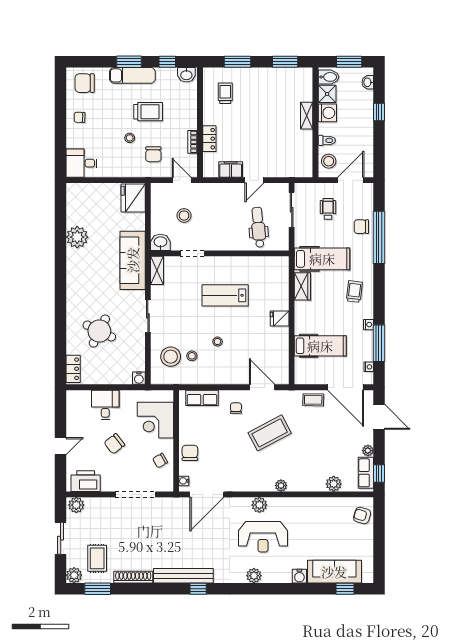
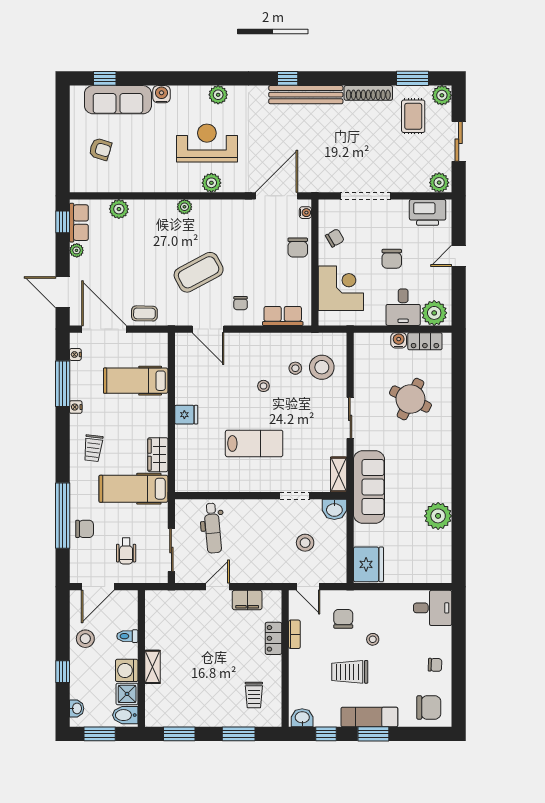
stool: (329, 161) -> (85, 639), moved
locker: (73, 369) -> (425, 341), moved, turned -90
water cooler: (139, 378) -> (399, 340), moved
plant: (80, 400) -> (434, 313), added
chair: (114, 444) -> (392, 259), turned 128
armchair: (362, 515) -> (100, 149), moved

